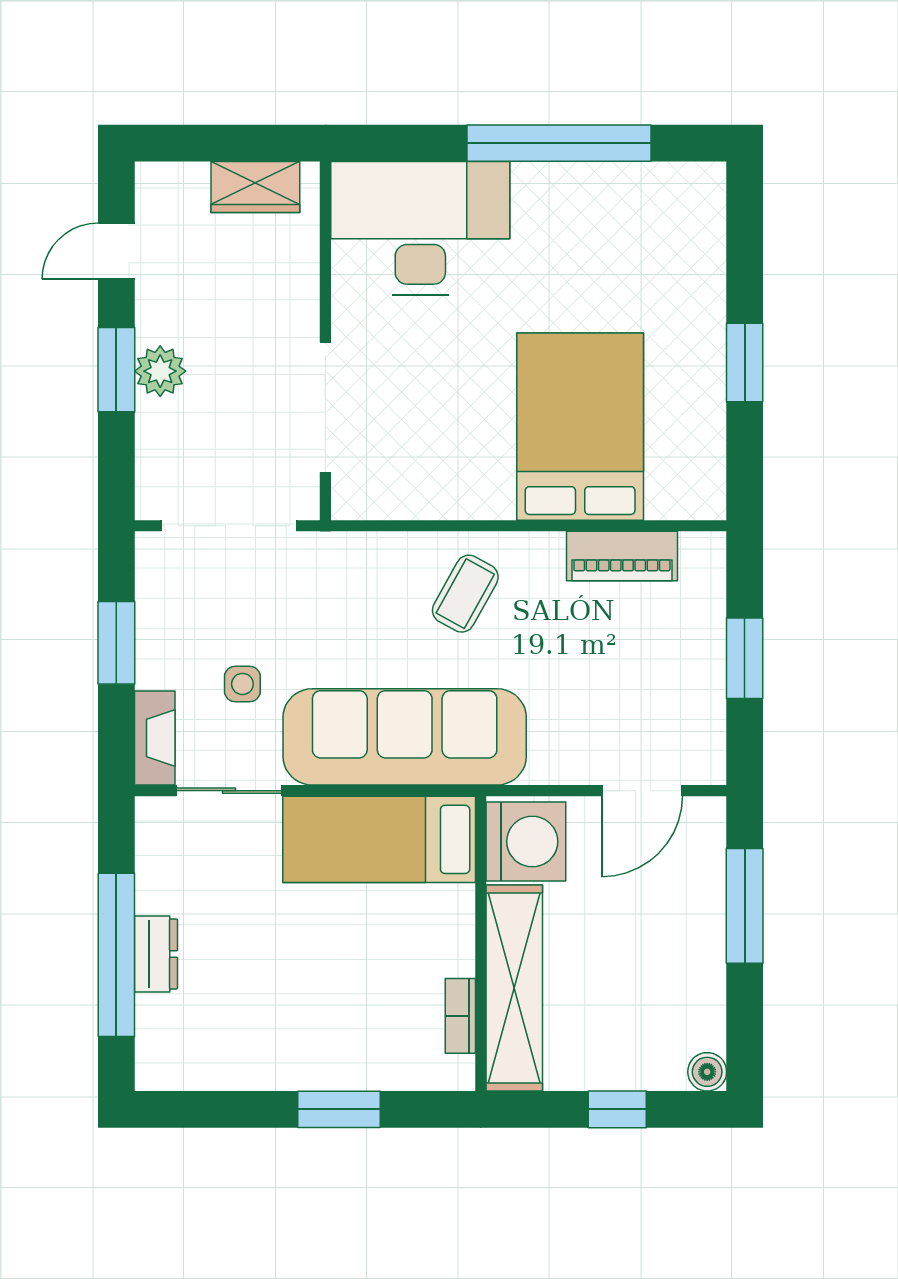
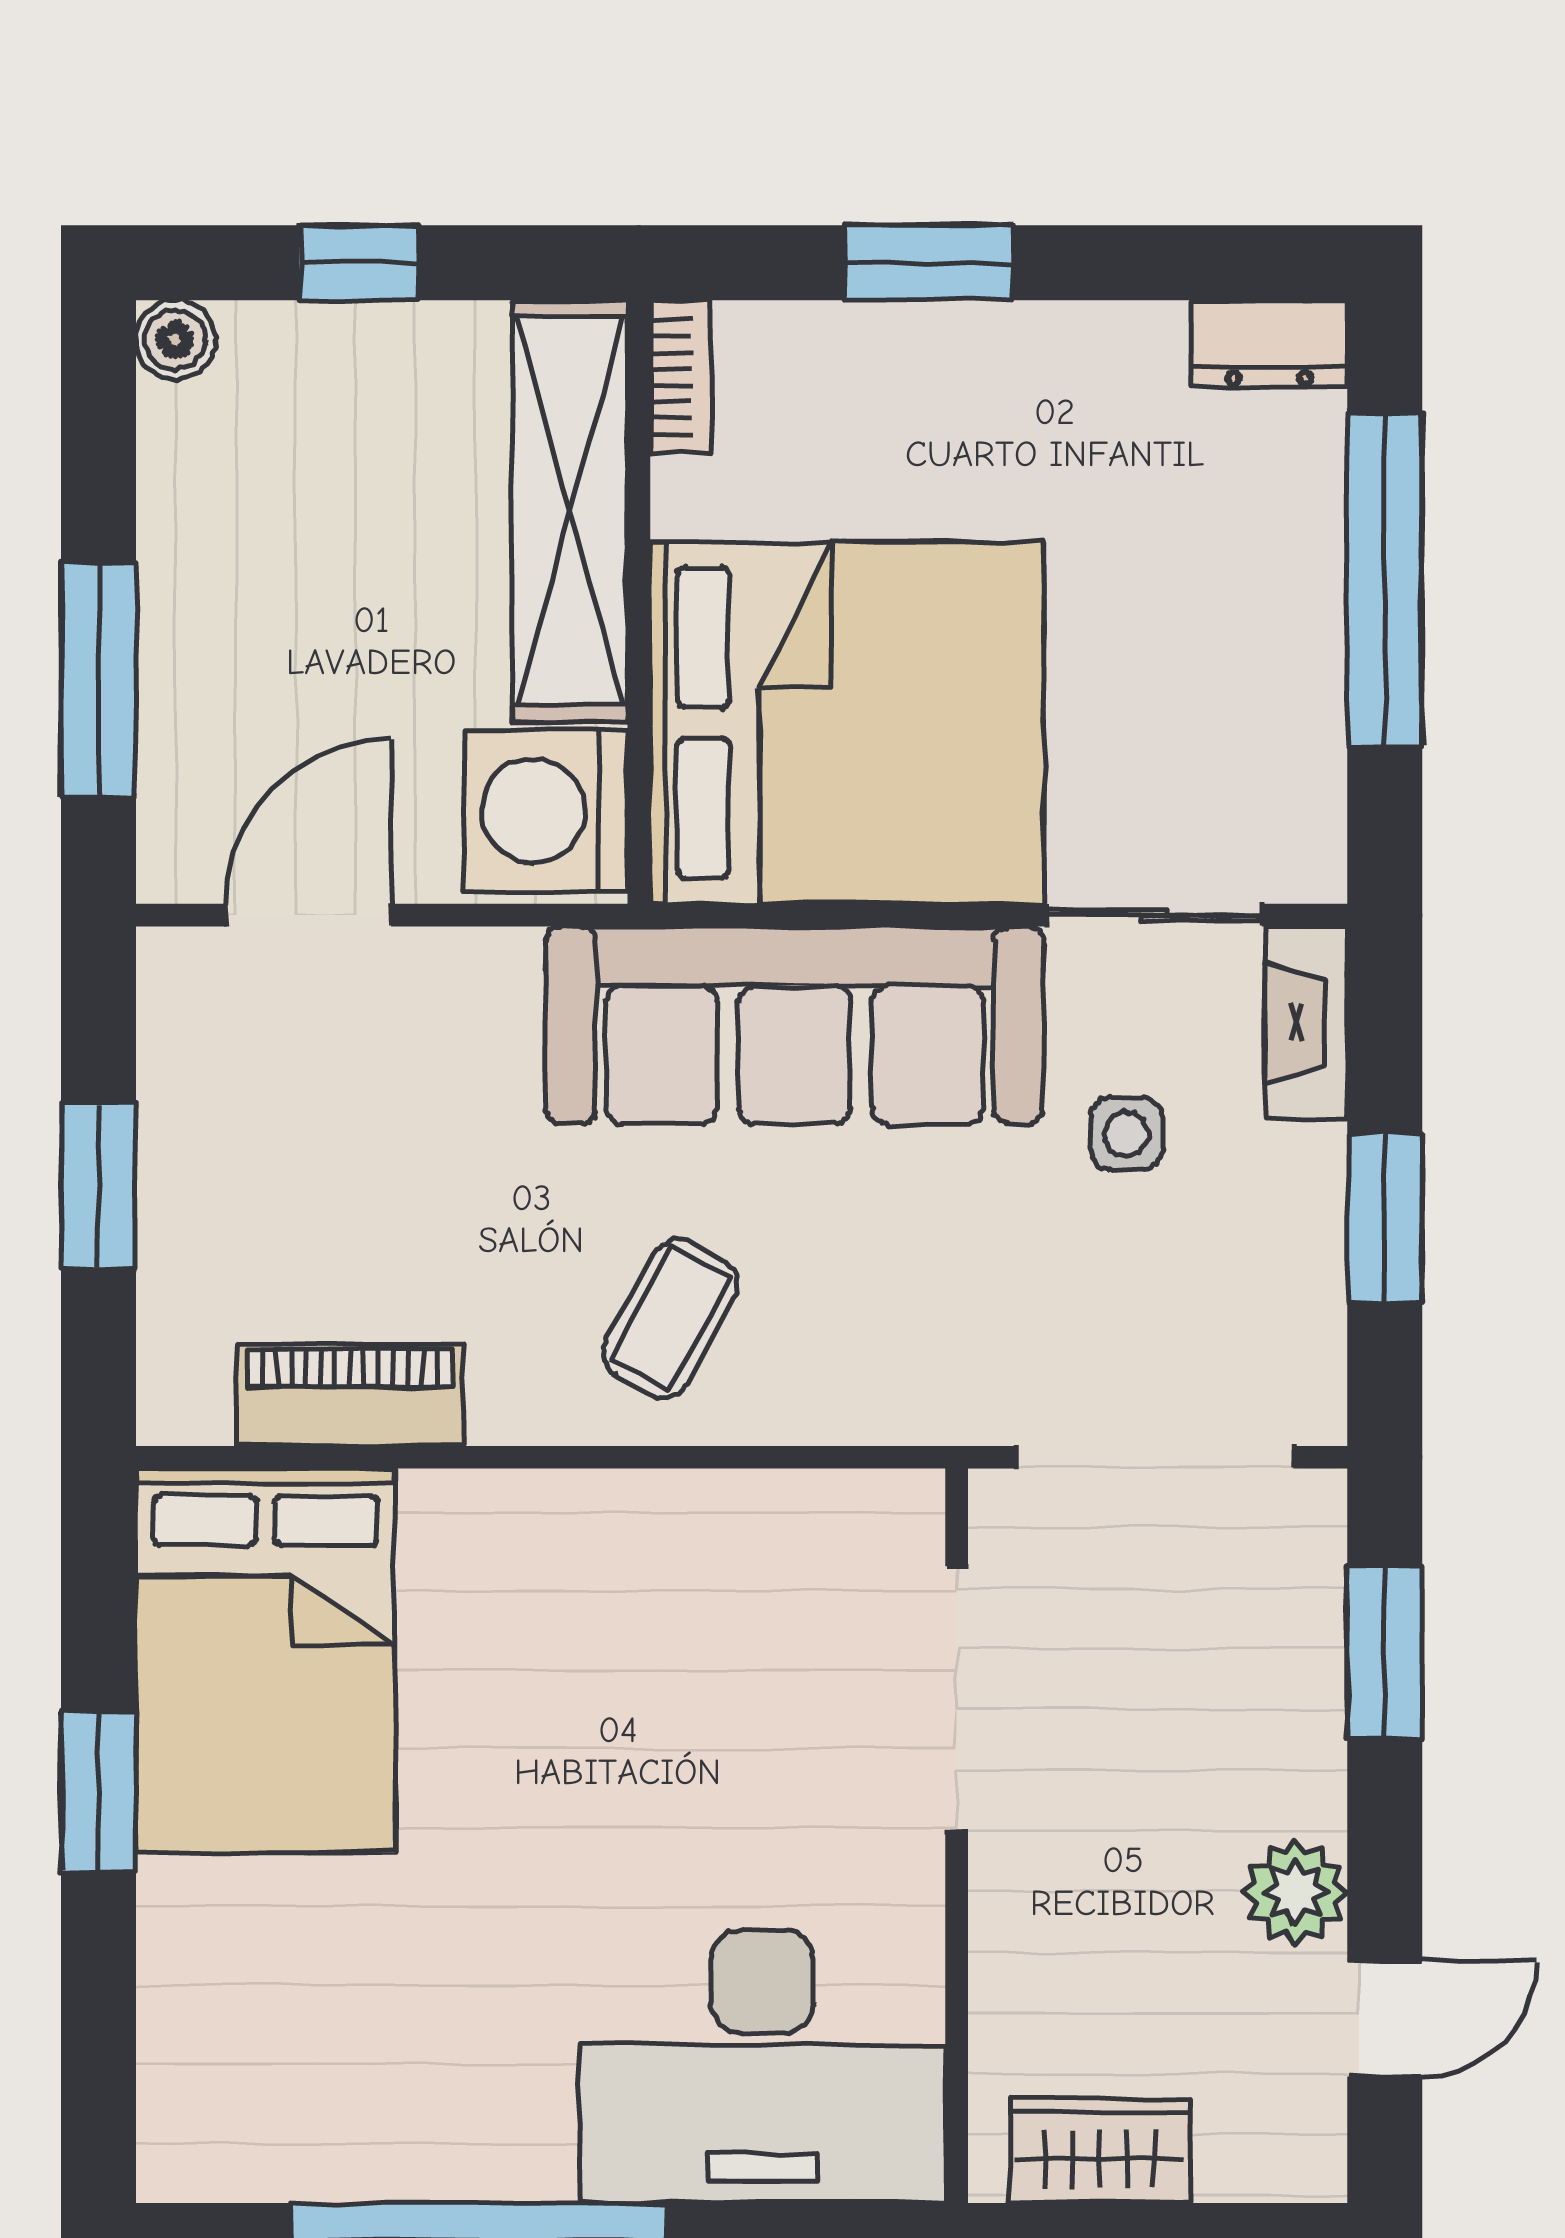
window: (116, 370) -> (1385, 1653), moved
plant: (160, 371) -> (1295, 1892), moved
bed: (580, 427) -> (265, 1660), moved
bed: (379, 839) -> (847, 723), width x2.04
dresser: (156, 954) -> (1269, 344), moved, turned -90
bookcase: (460, 1016) -> (681, 377), moved

